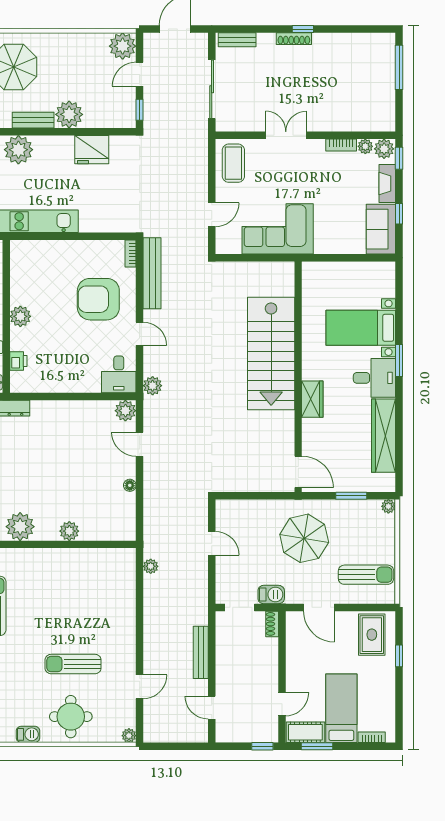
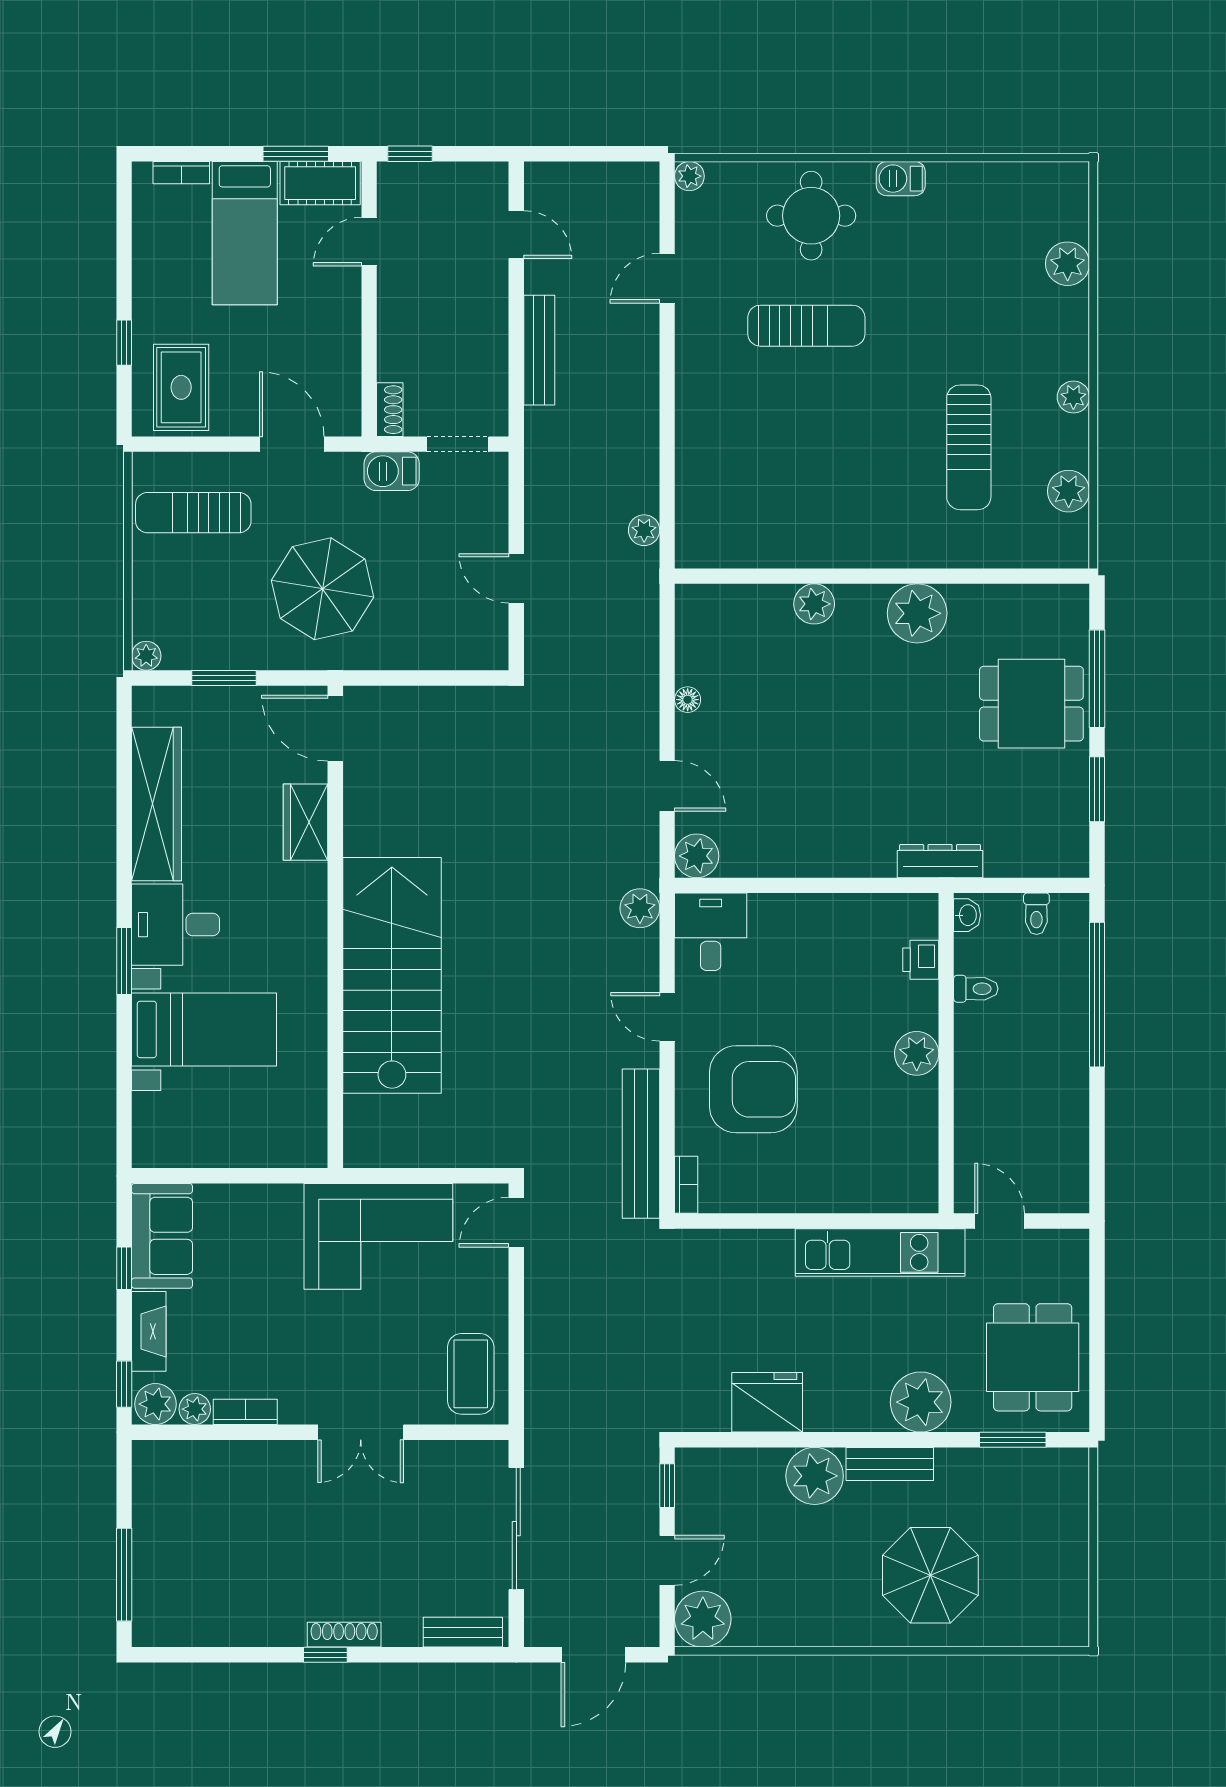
door: (212, 215) -> (516, 1222), moved
wardrobe: (312, 399) -> (305, 822), moved

